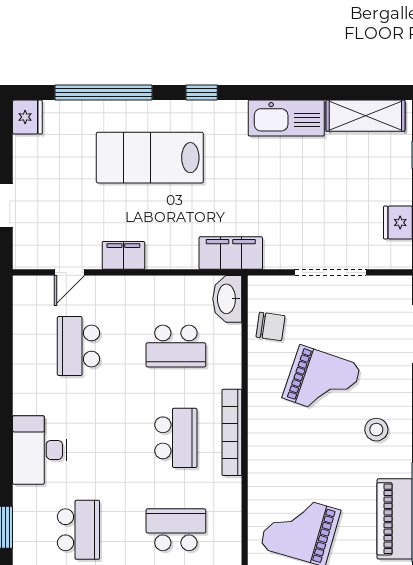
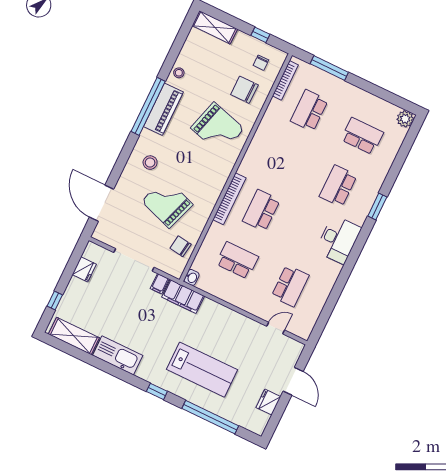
fridge: (27, 117) -> (268, 402), moved
filing cabinet: (123, 255) -> (160, 284), moved, width x0.50
washbasin: (227, 299) -> (192, 277), width x0.52, depth x0.69
school desk: (176, 530) -> (285, 160), removed

